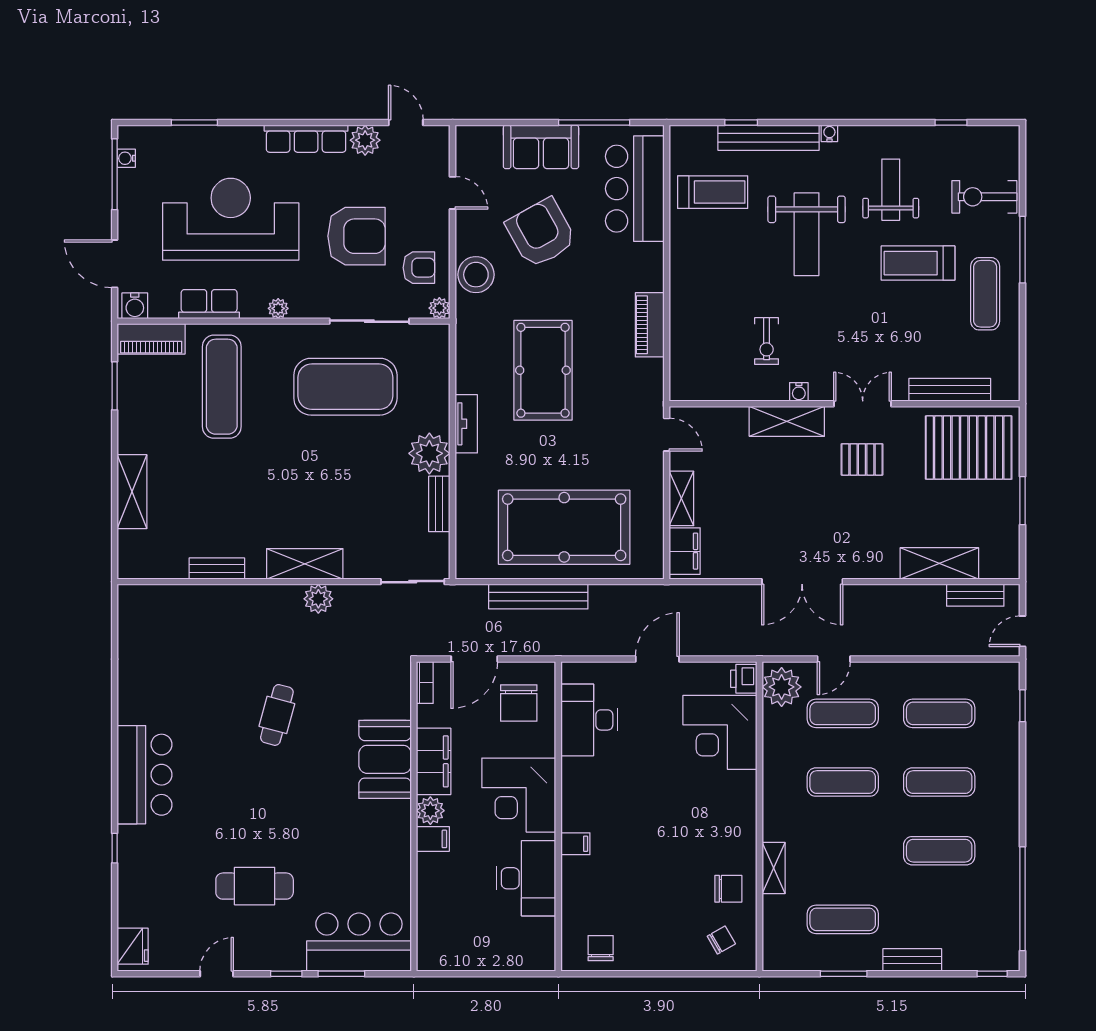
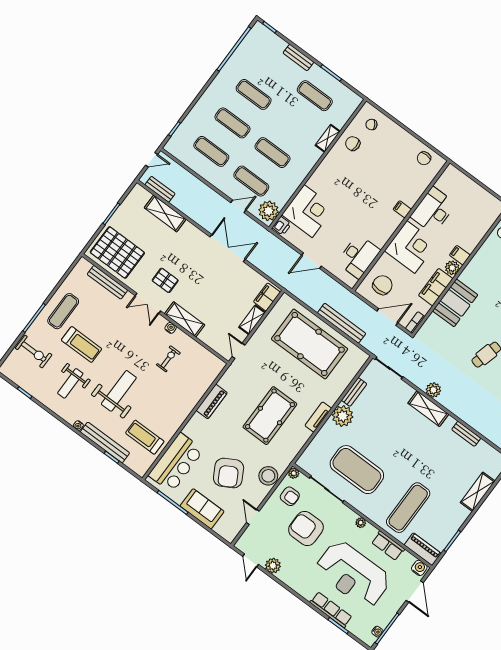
row of seats: (306, 139) -> (331, 610), moved
armchair: (419, 268) -> (290, 496), turned 180

